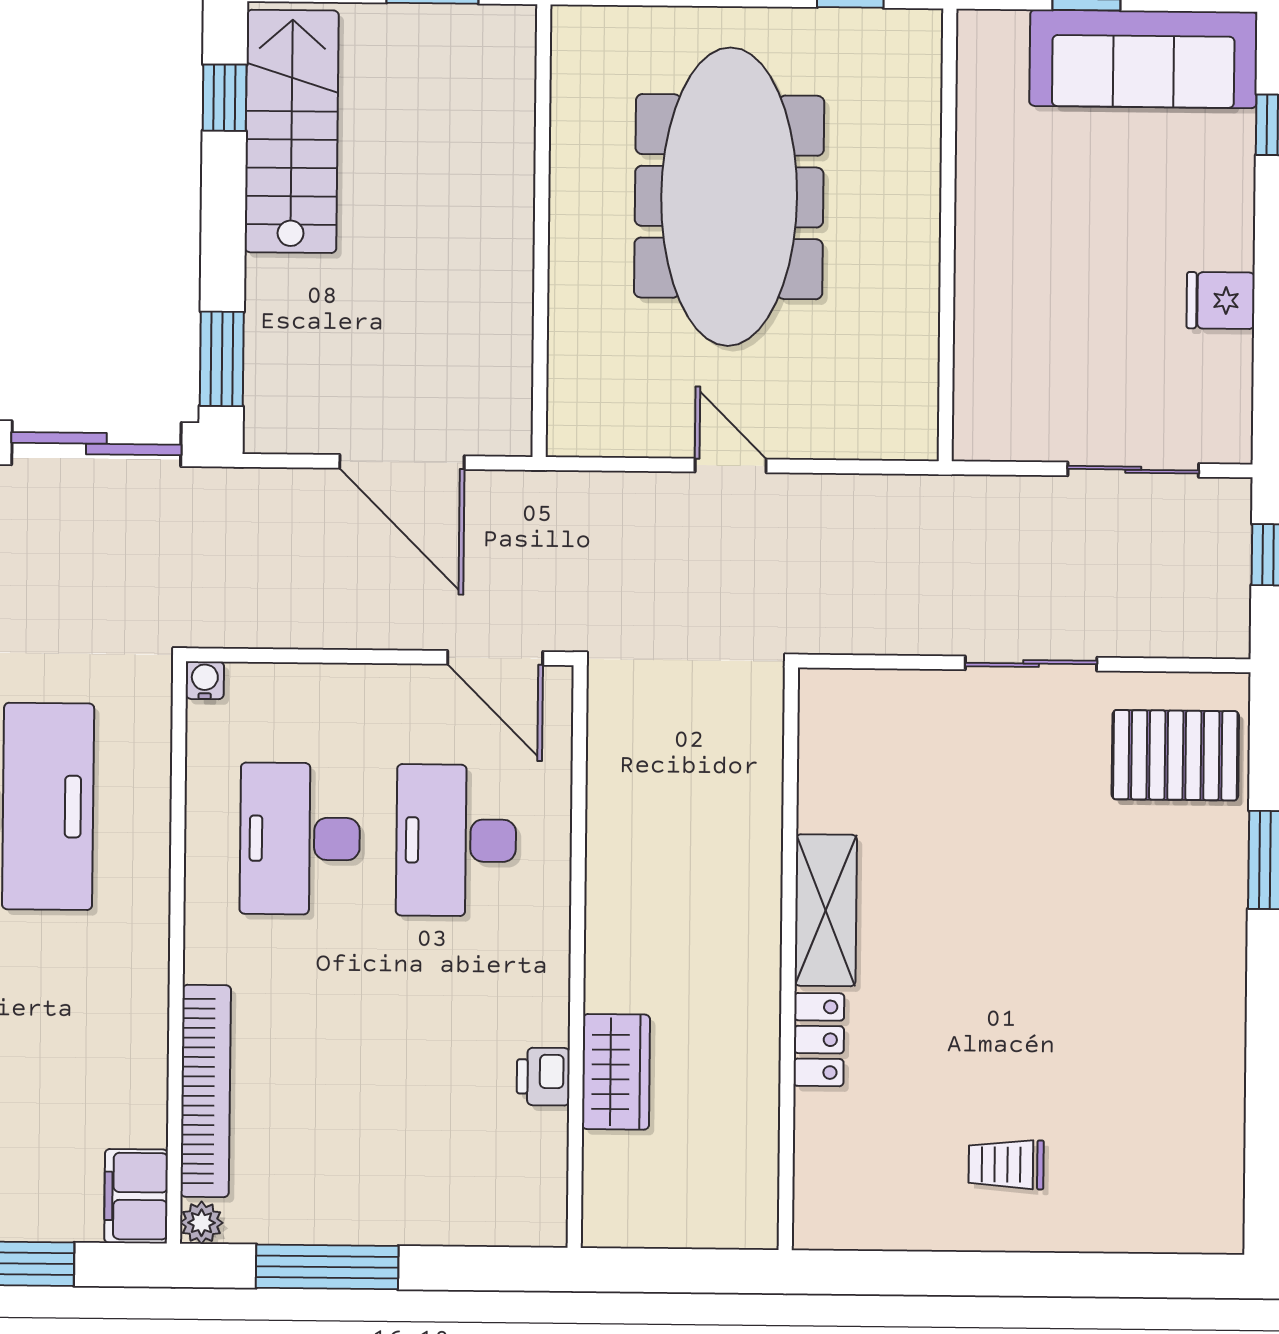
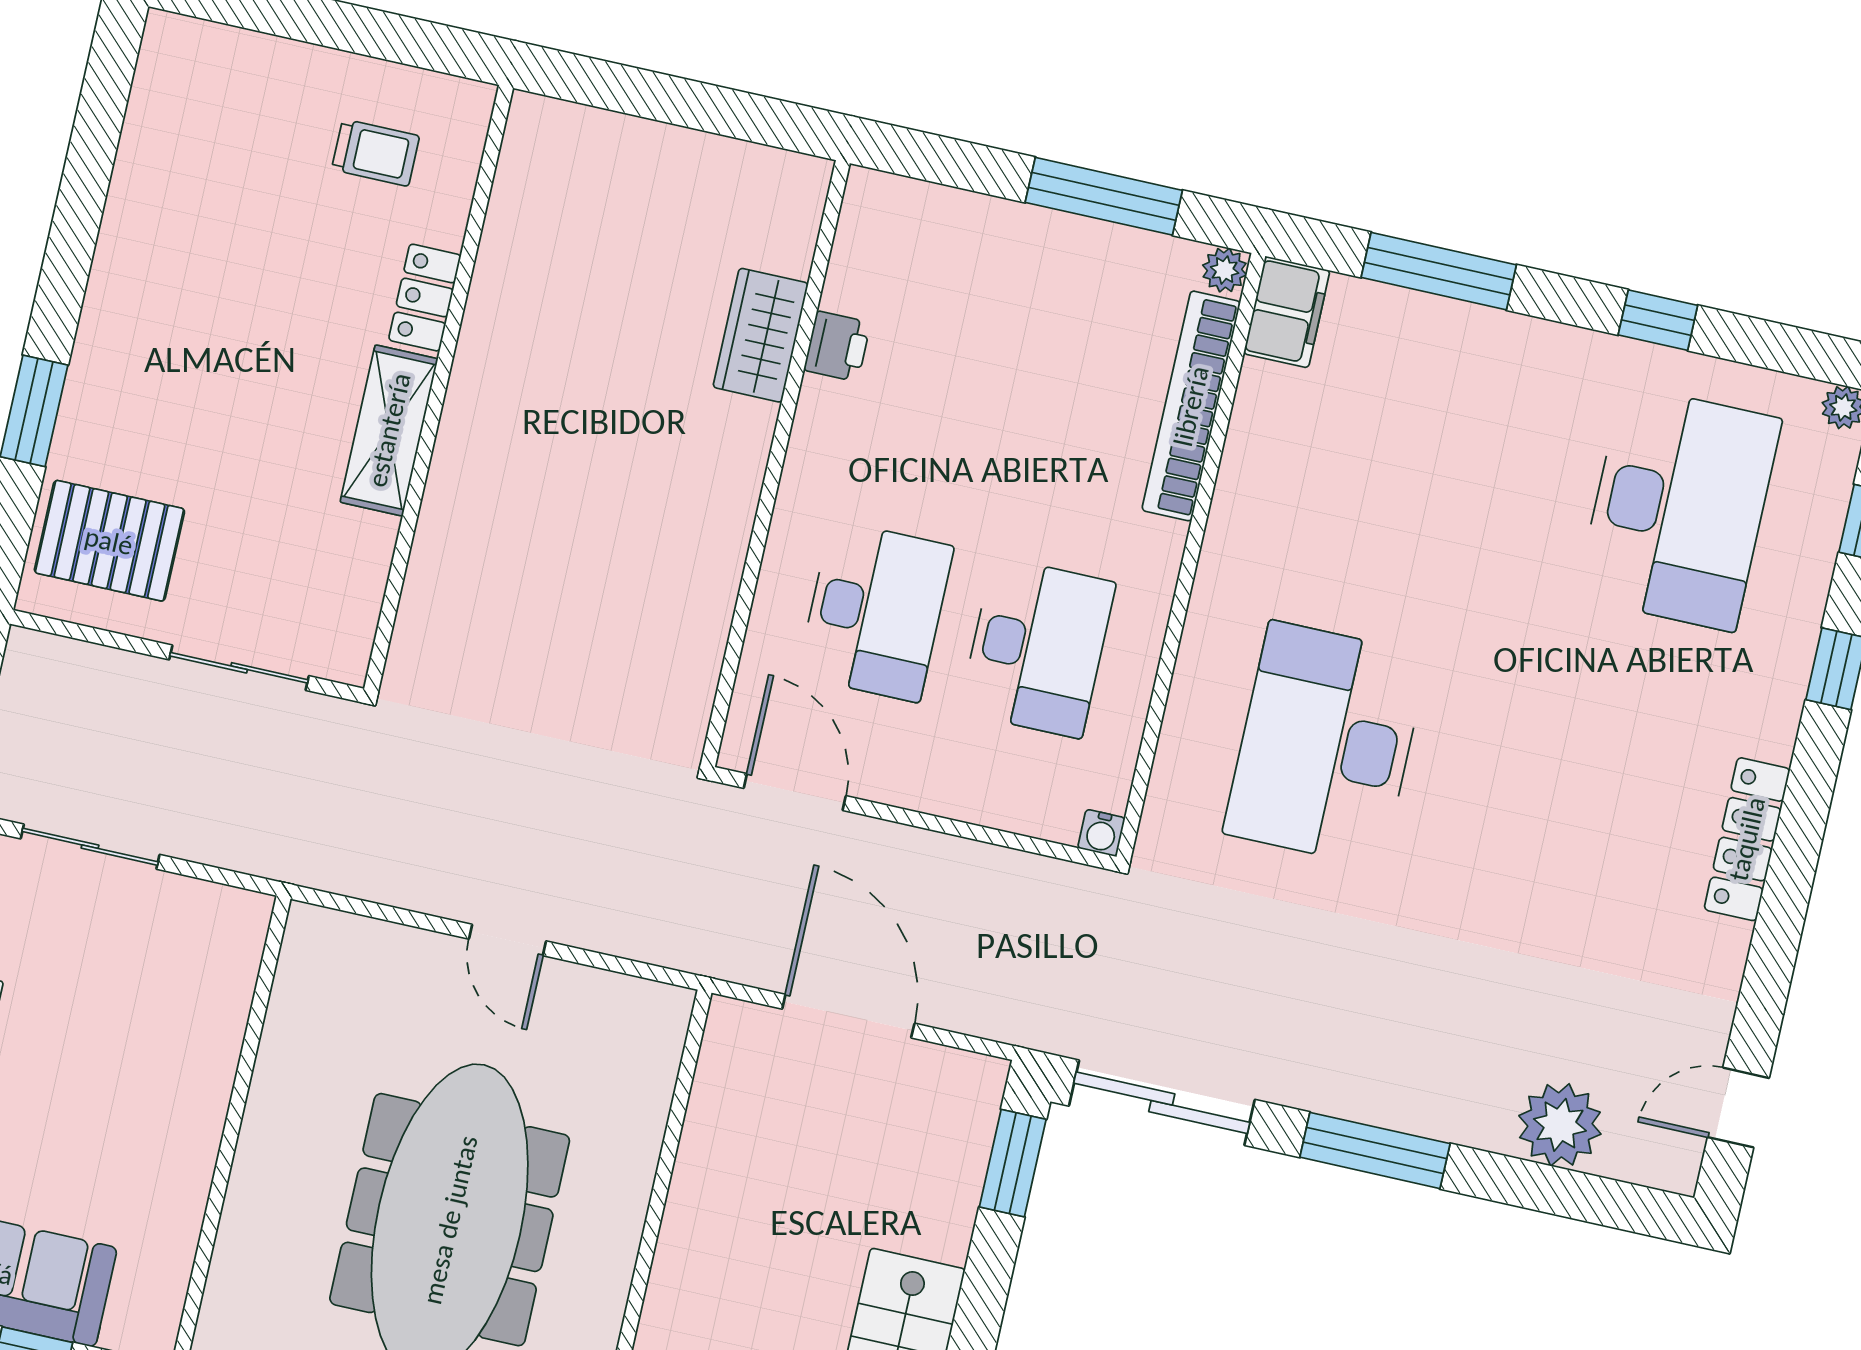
shelving: (826, 910) -> (389, 430), moved
wall: (788, 959) -> (439, 388), moved
locker: (819, 1040) -> (425, 298), moved

